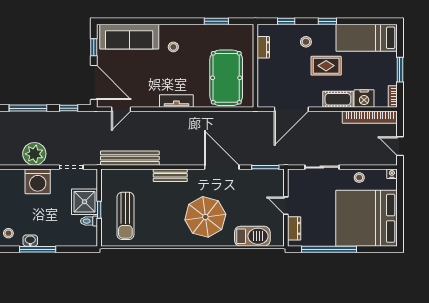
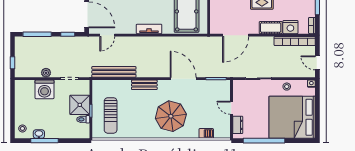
plant: (34, 154) -> (46, 73), width x0.53, depth x0.53
barbecue: (252, 236) -> (206, 133), width x0.53, depth x0.65

